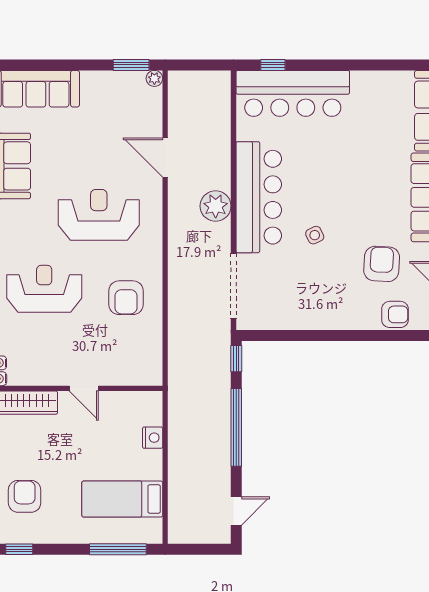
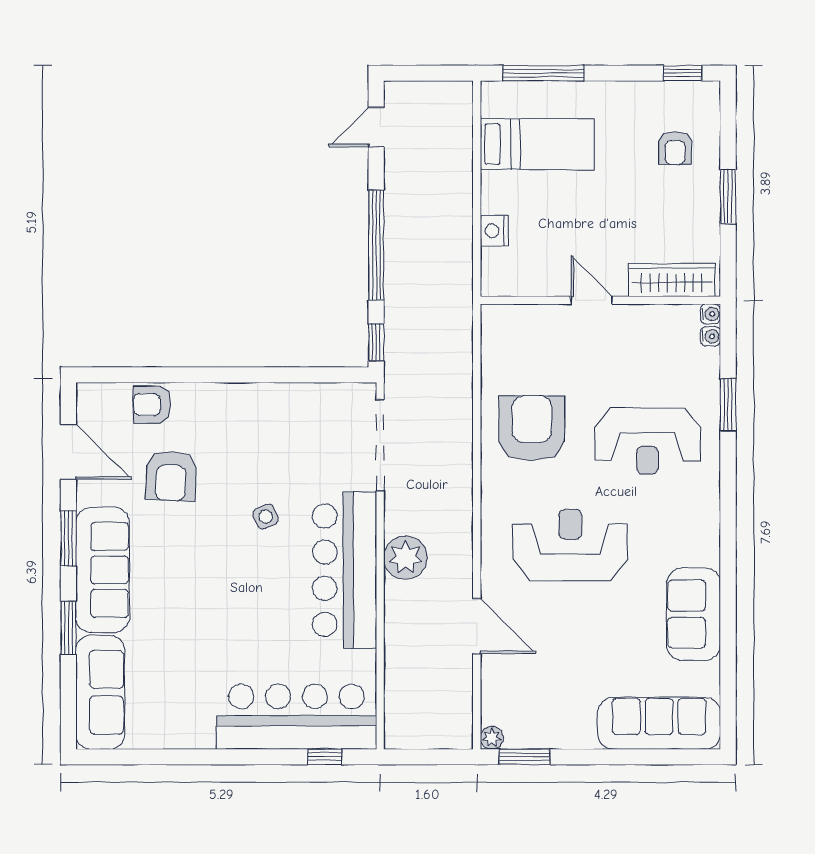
reception desk: (99, 215) -> (570, 545), turned 180
armchair: (126, 298) -> (532, 428), width x1.36, depth x1.36
armchair: (25, 496) -> (675, 148), width x0.72, depth x0.72

